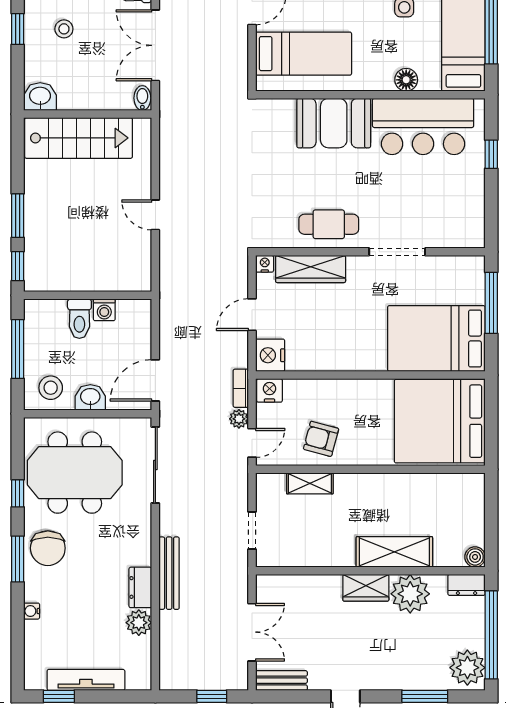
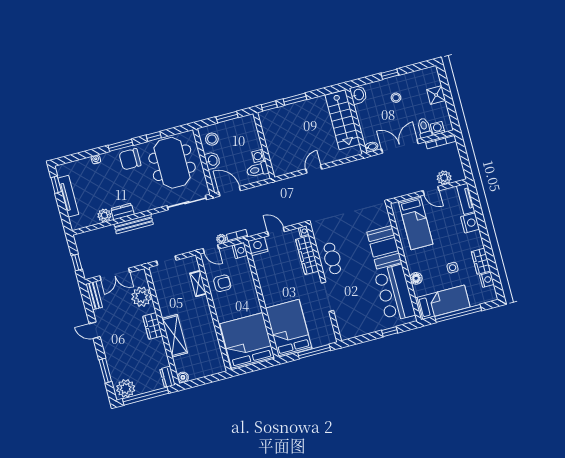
toilet: (79, 319) -> (257, 170), moved
window: (18, 349) -> (227, 117), width x0.69
armchair: (321, 439) -> (222, 283), turned 75
plant: (410, 594) -> (142, 297), moved

